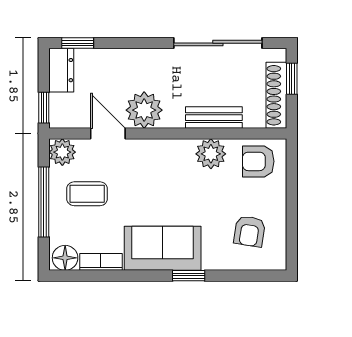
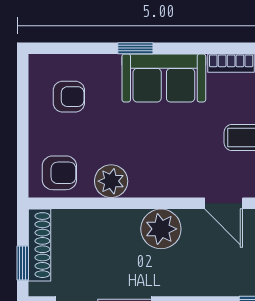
plant: (144, 110) -> (161, 229), moved
bench: (214, 118) -> (108, 221), removed
armchair: (250, 231) -> (69, 97), turned 81

